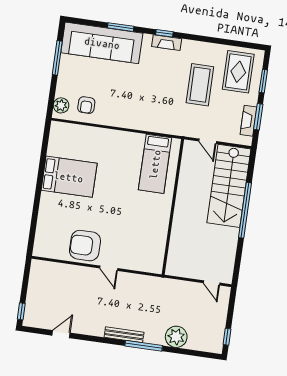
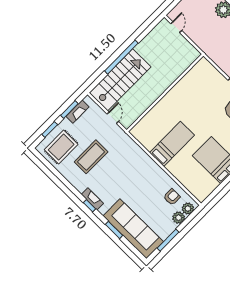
plant: (64, 89) -> (179, 218), added
bed: (155, 164) -> (172, 144), moved

